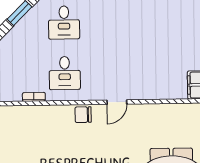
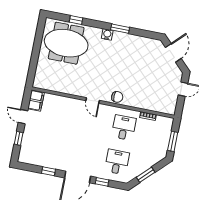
door: (117, 102) -> (93, 101), swing flipped

